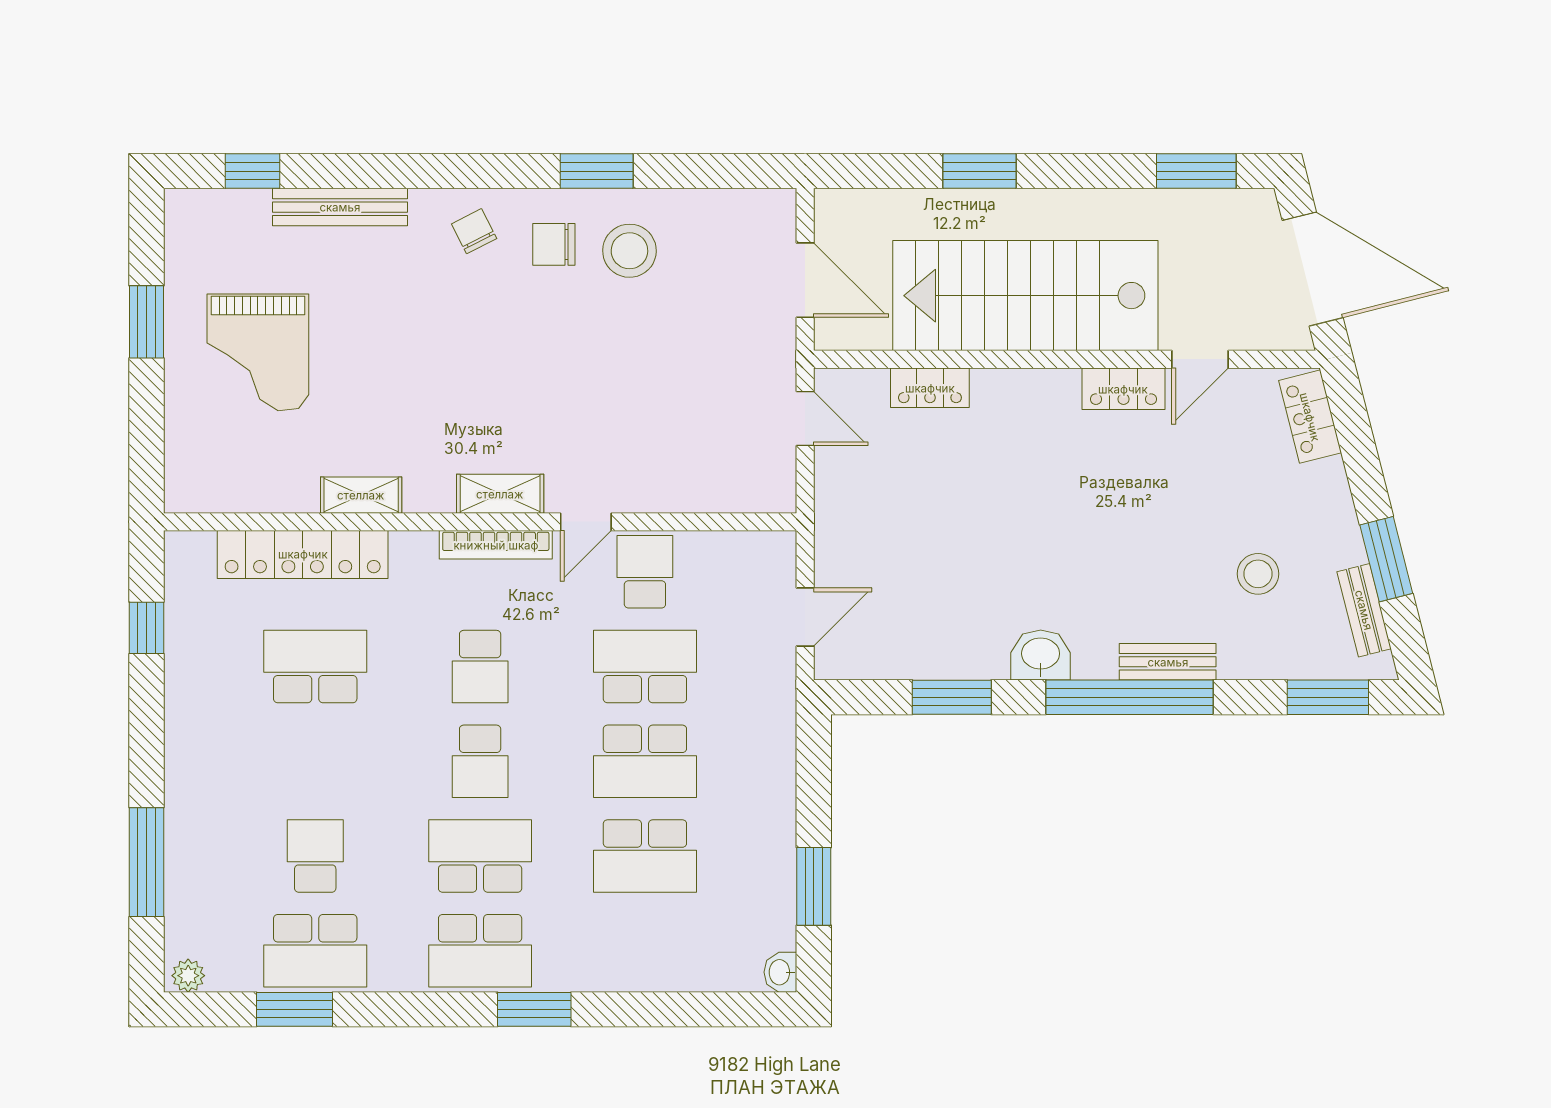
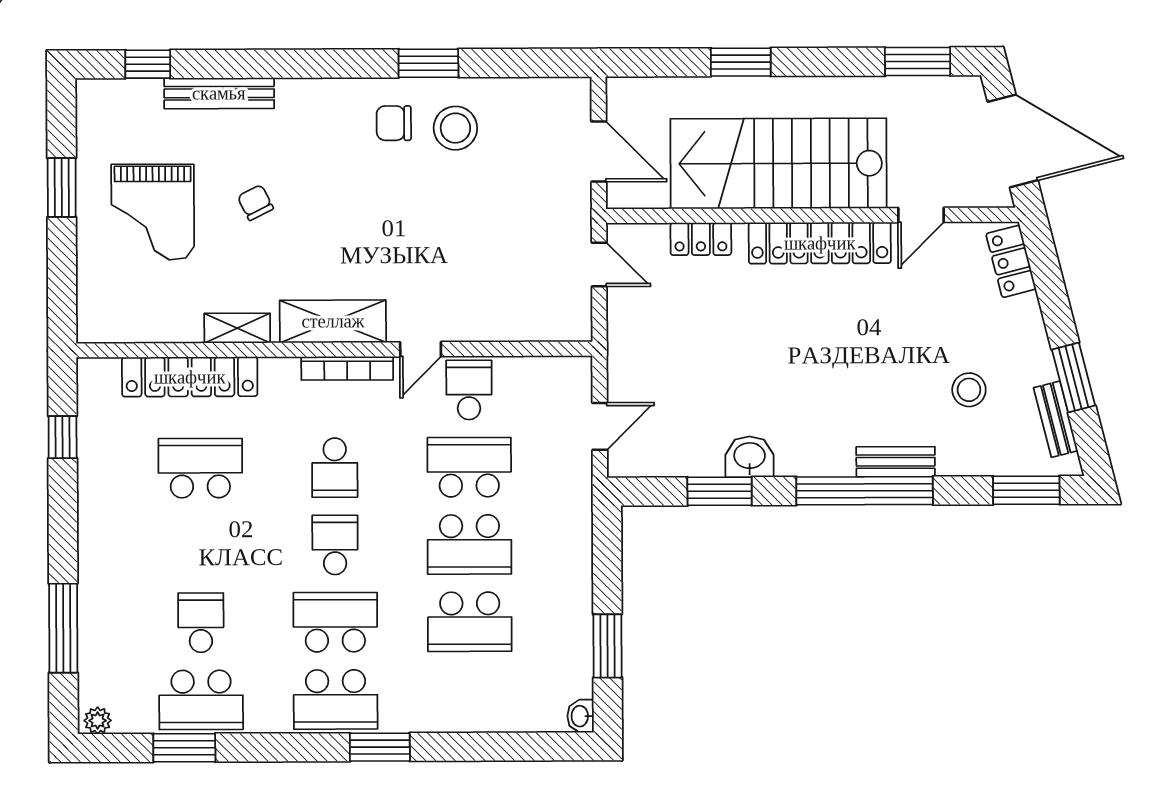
chair: (474, 231) -> (255, 203), moved
locker: (1123, 389) -> (820, 243), width x2.16, depth x1.21
shelving: (500, 494) -> (333, 321), width x1.50, depth x1.33
washbasin: (1041, 655) -> (750, 457), moved
school desk: (480, 761) -> (335, 545), turned 180

